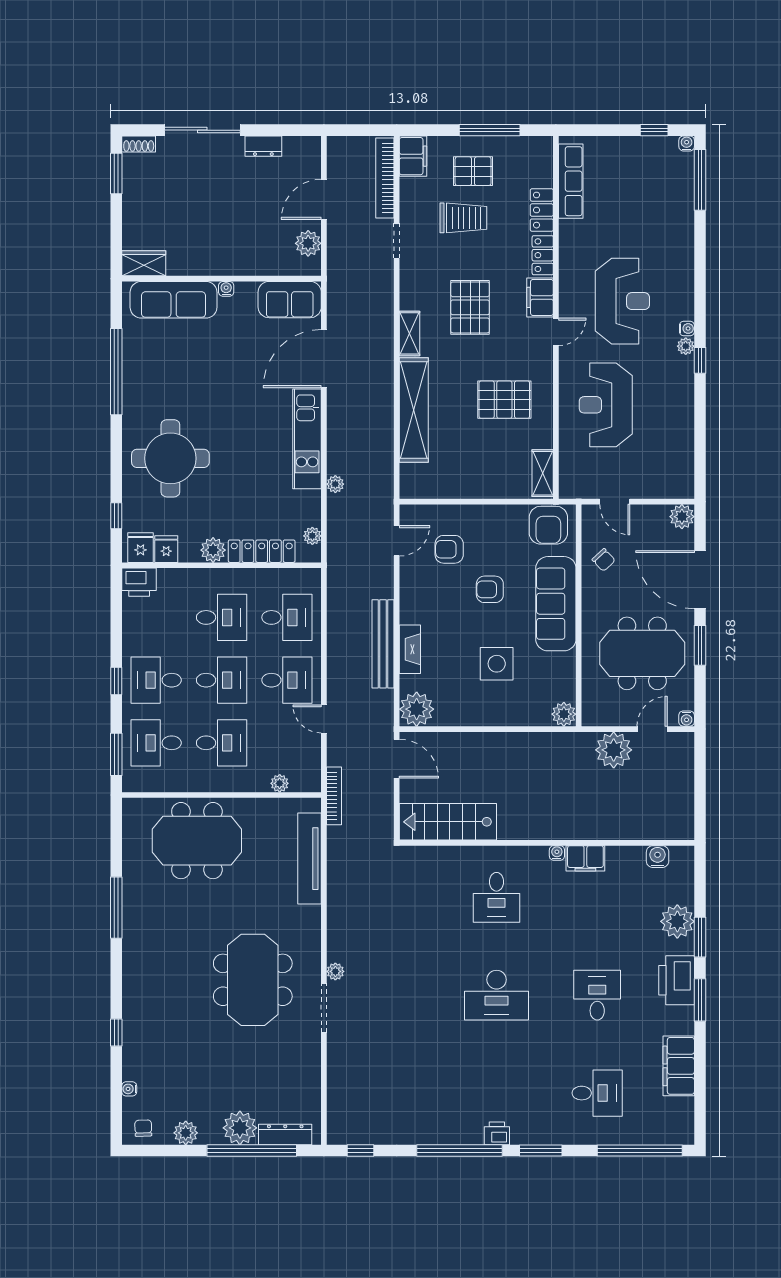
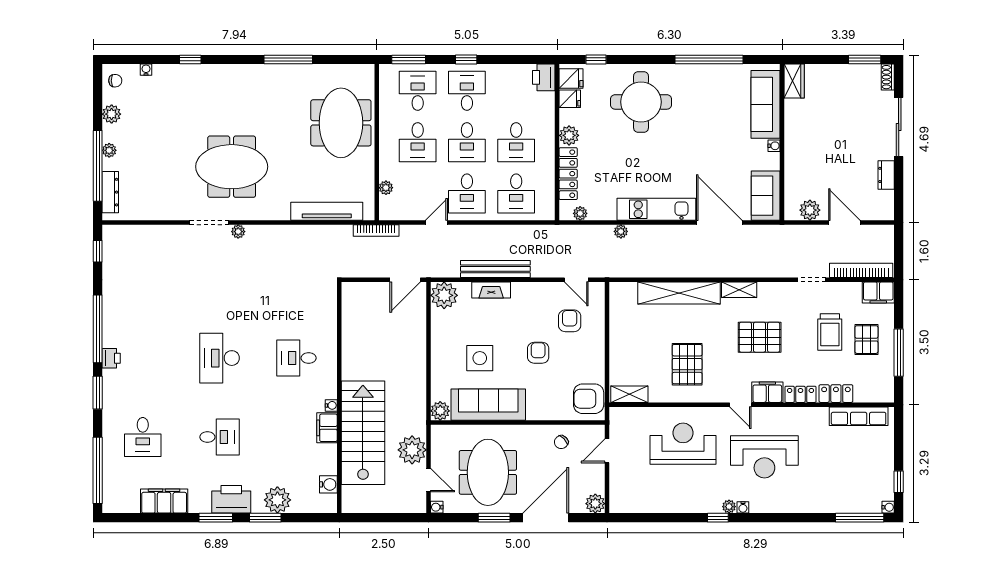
sofa: (556, 604) -> (488, 405), moved
stairs: (448, 822) -> (363, 433), moved, width x1.36, depth x1.51
plant: (240, 1128) -> (109, 150), width x0.53, depth x0.53

